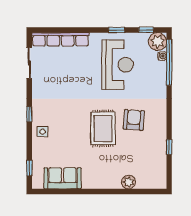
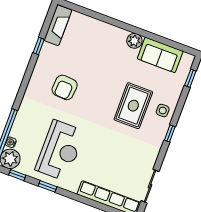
reception desk: (118, 65) -> (60, 150), turned 180
rug: (103, 128) -> (133, 106), moved
fireplace: (159, 171) -> (58, 25), added
plant: (129, 182) -> (134, 41), moved

